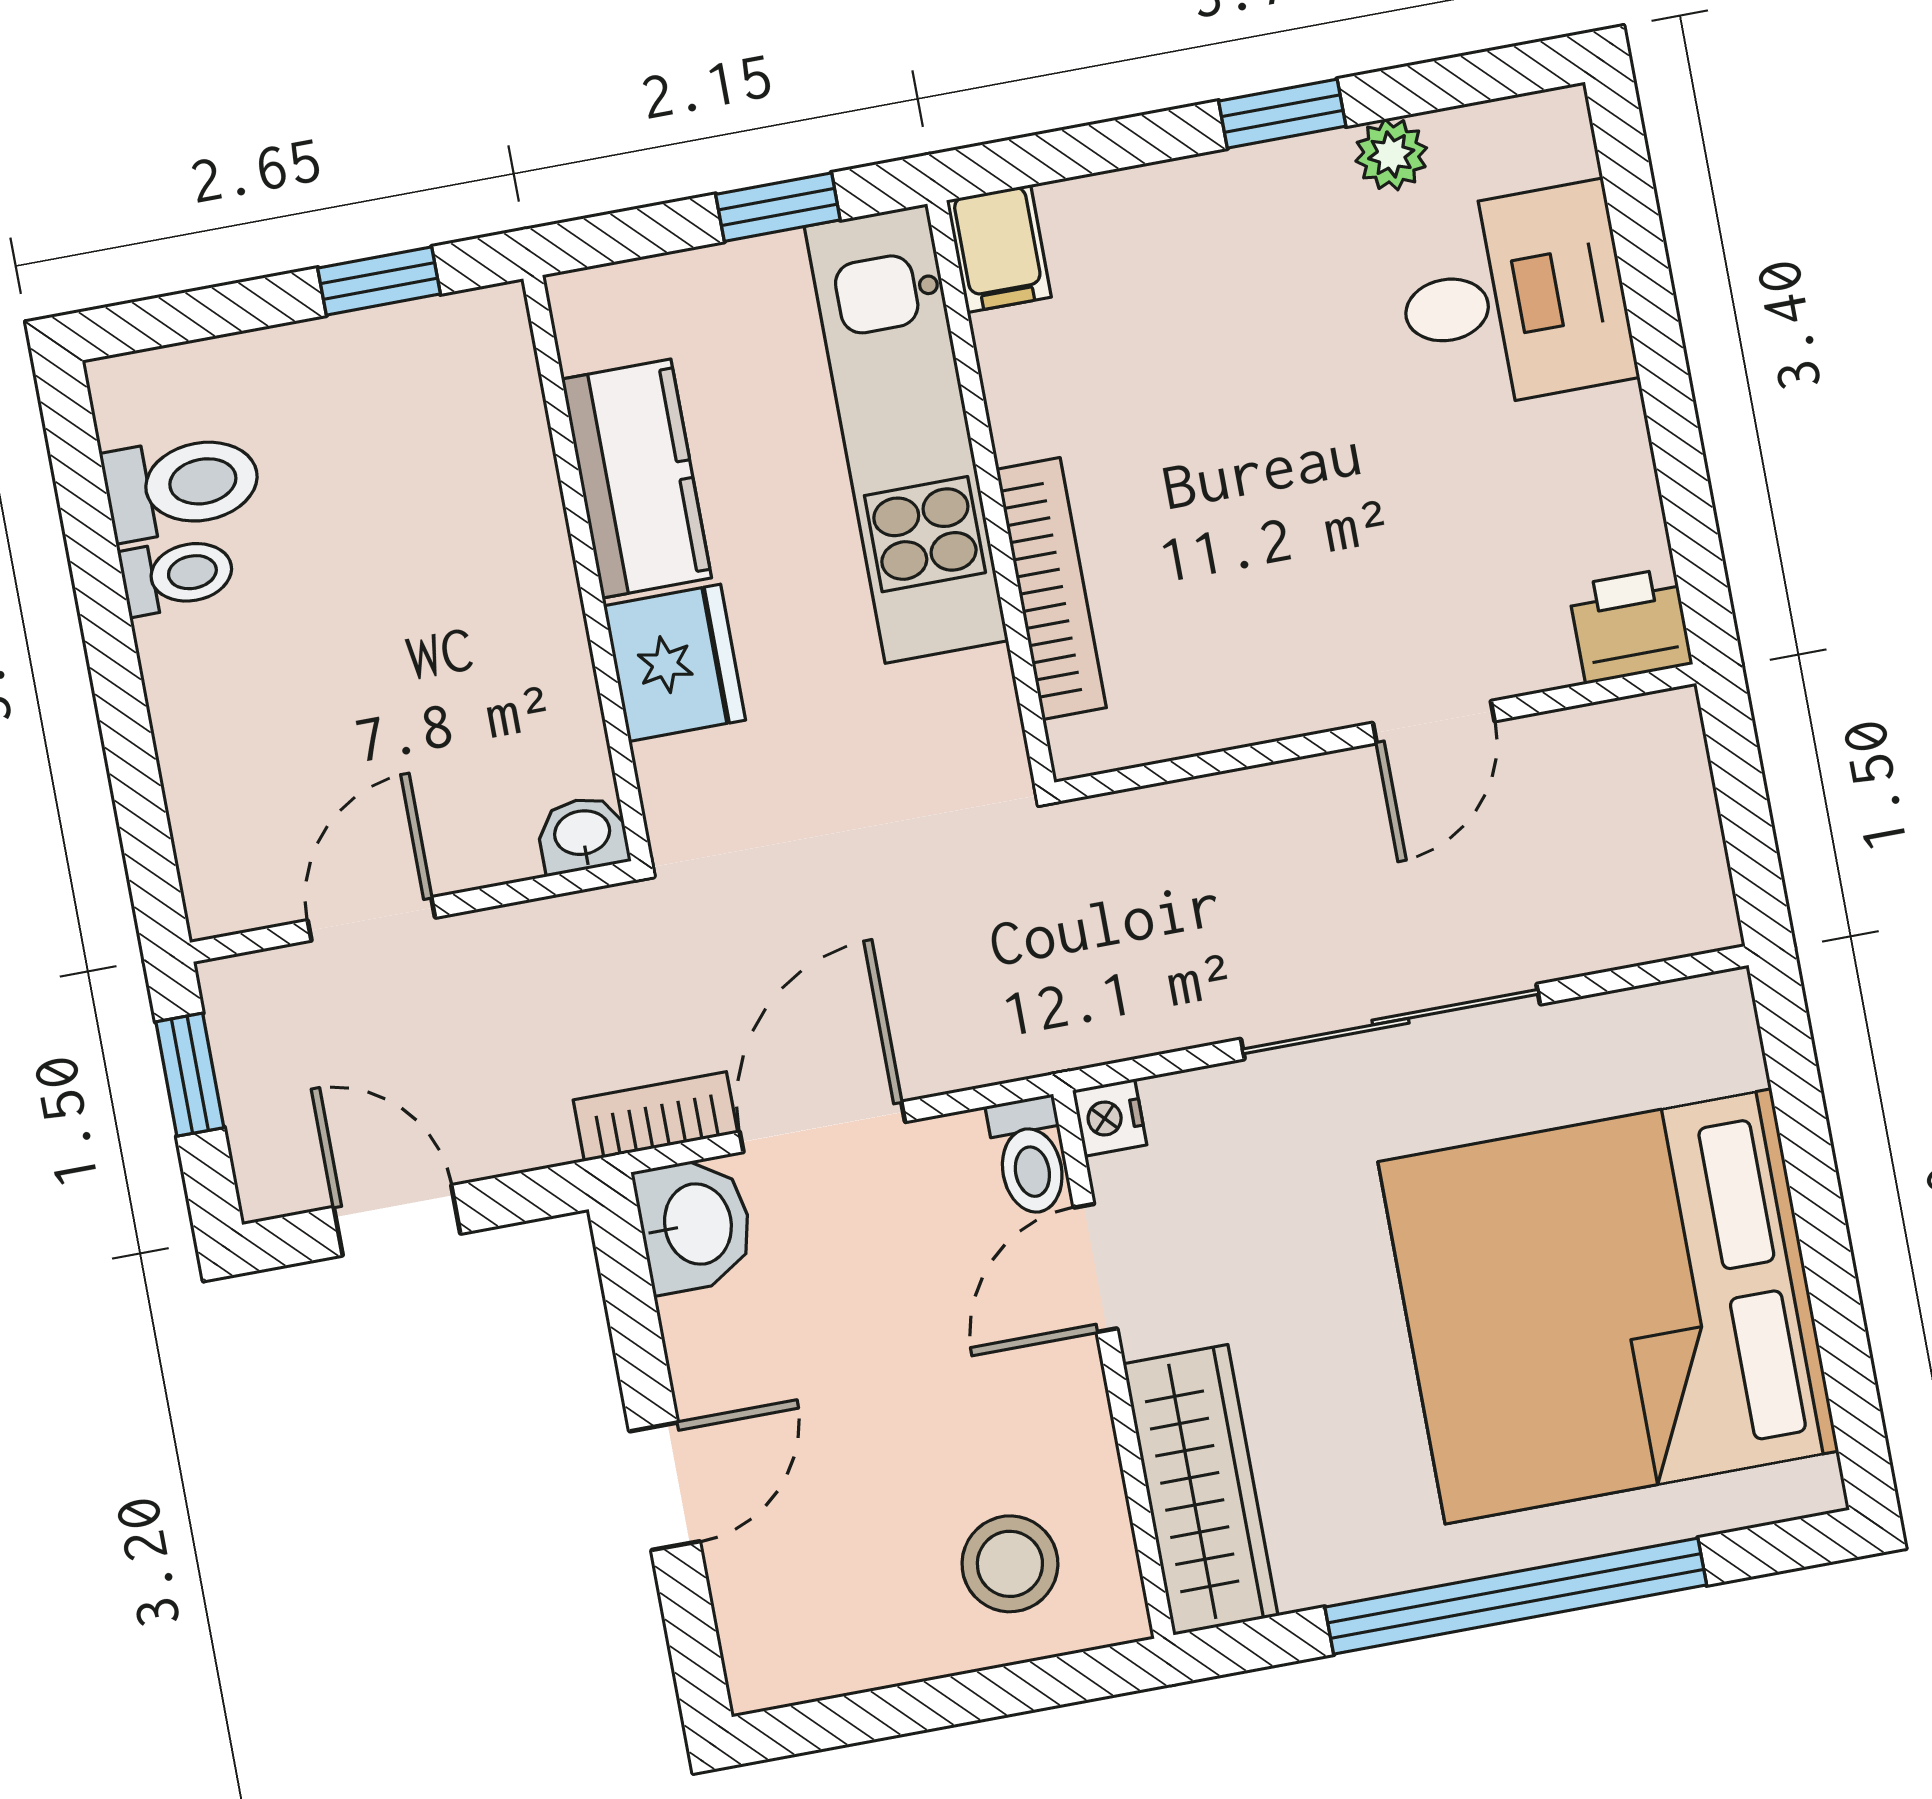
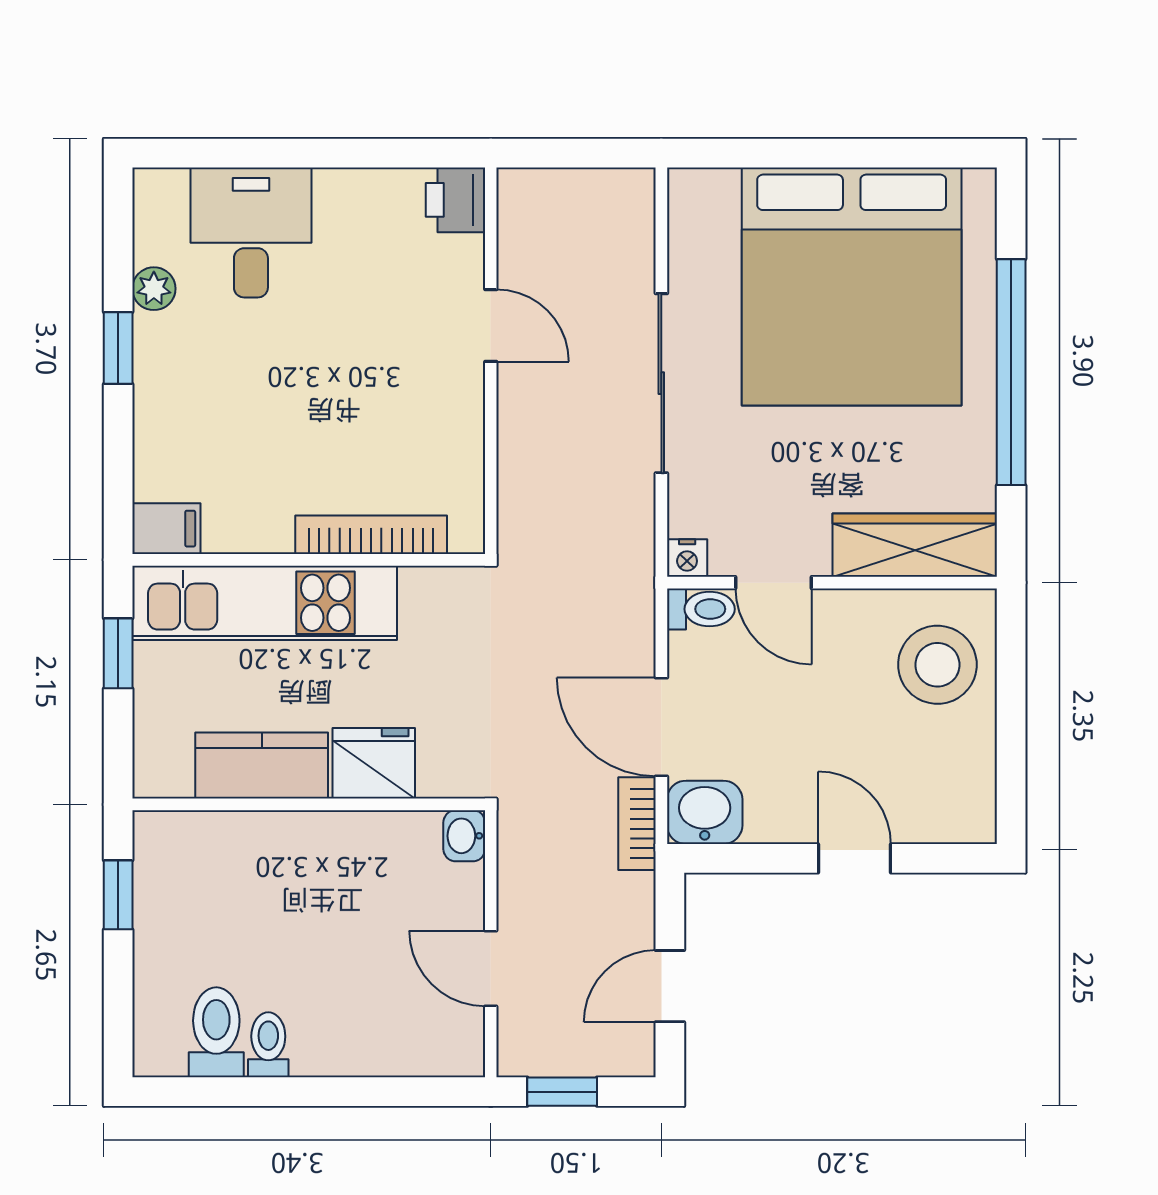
stool: (1010, 1564) -> (937, 665), width x1.38, depth x1.38

